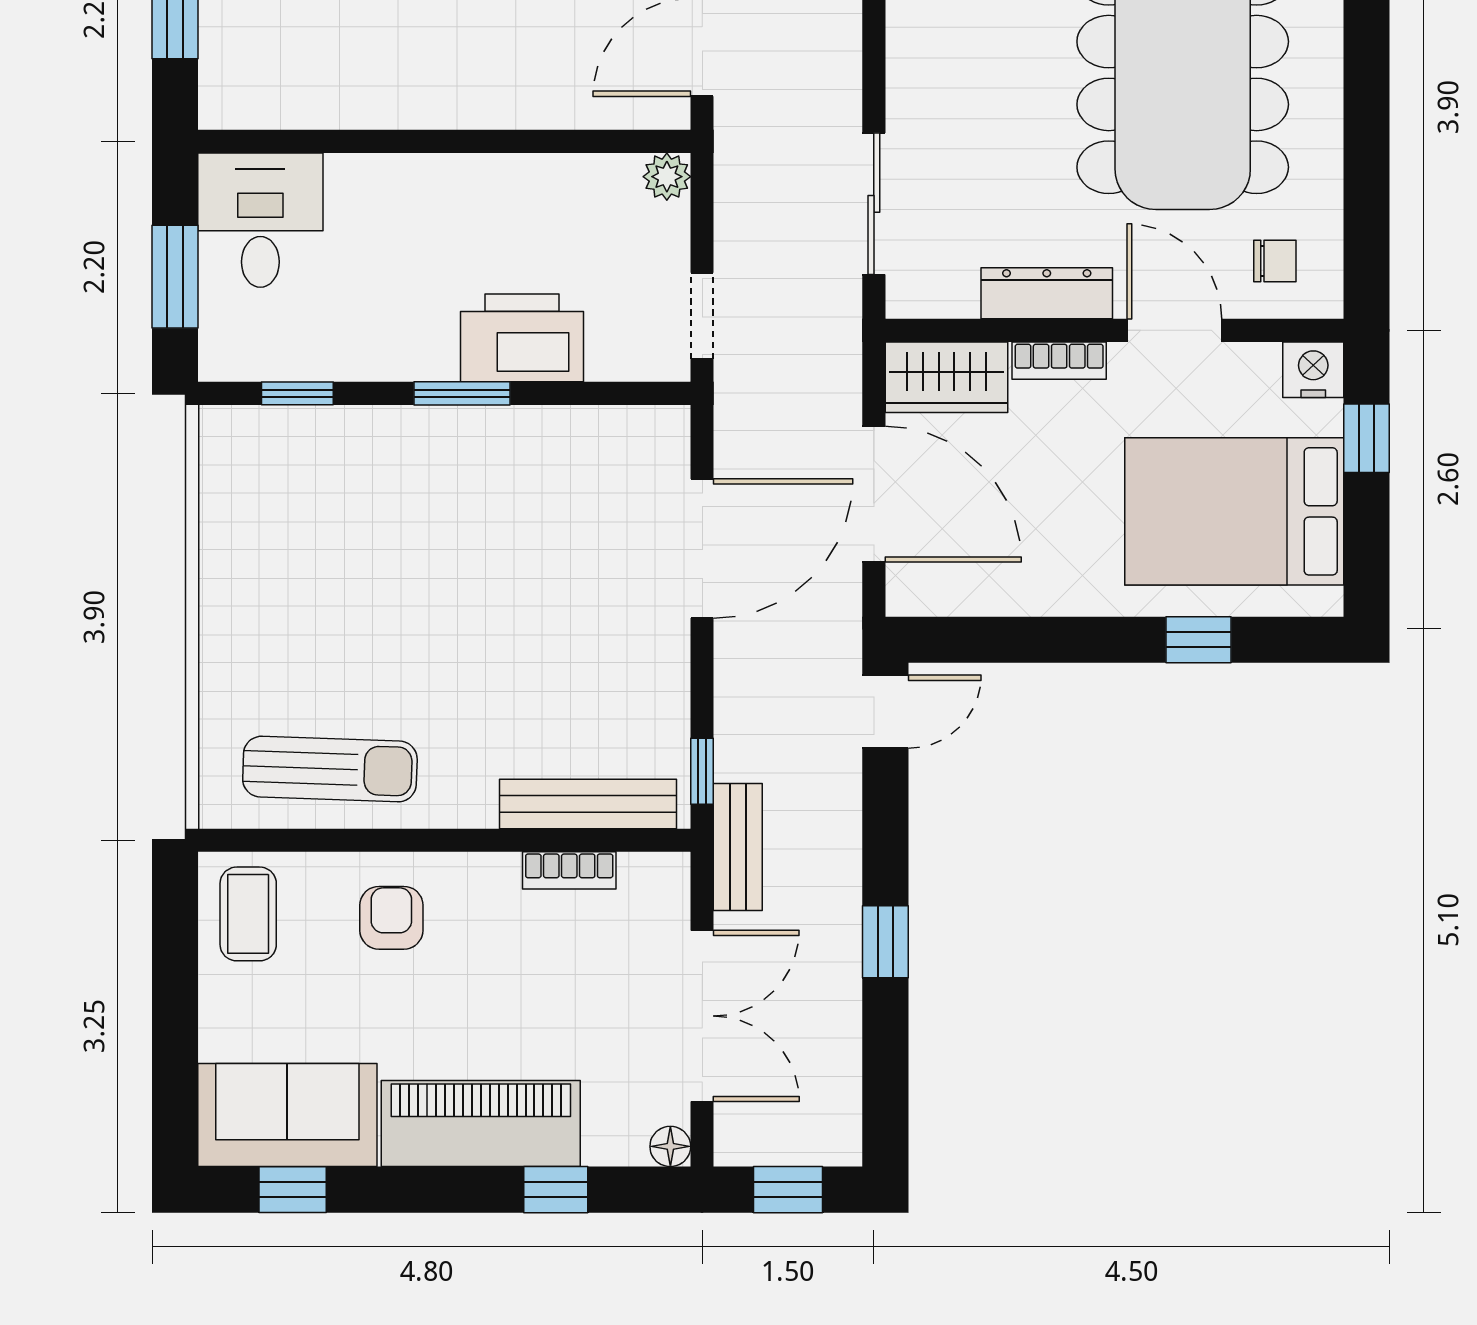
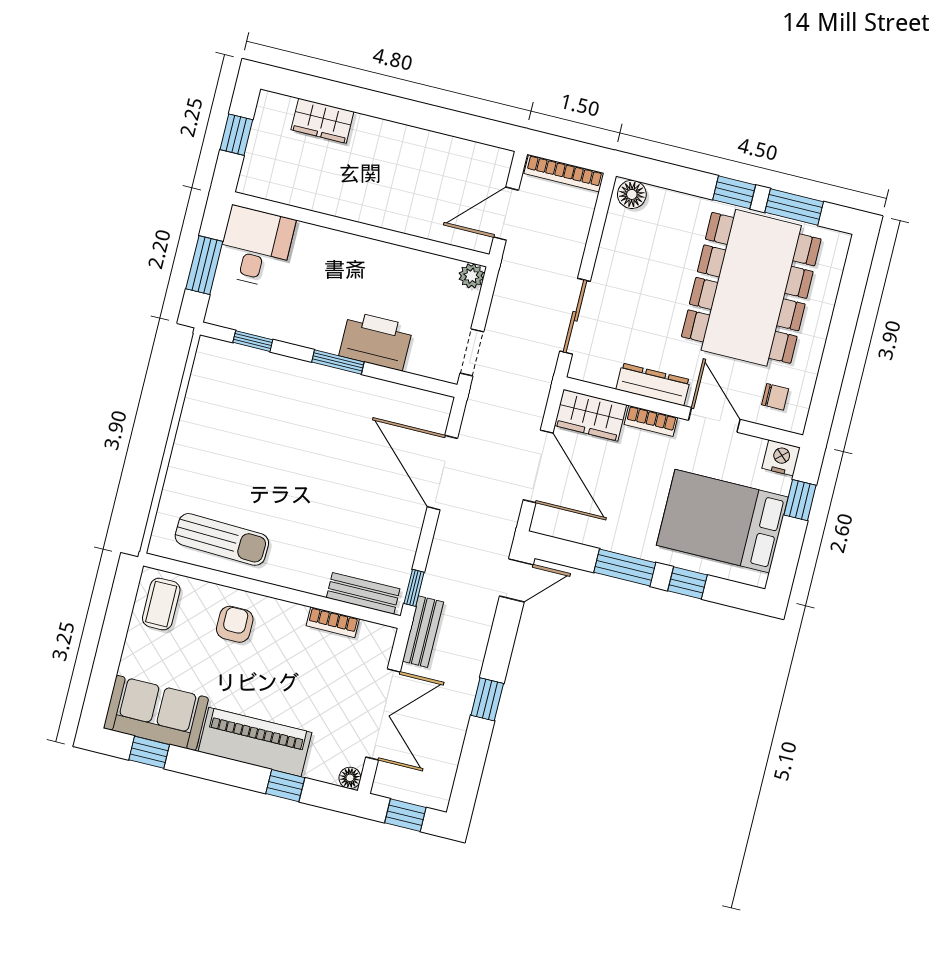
door: (702, 548) -> (442, 473), swing flipped
window: (1077, 640) -> (625, 567), added
bench: (588, 804) -> (363, 593), width x0.73

